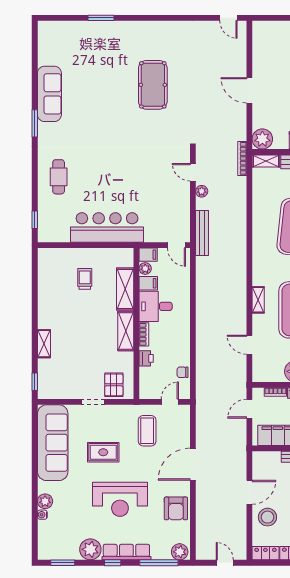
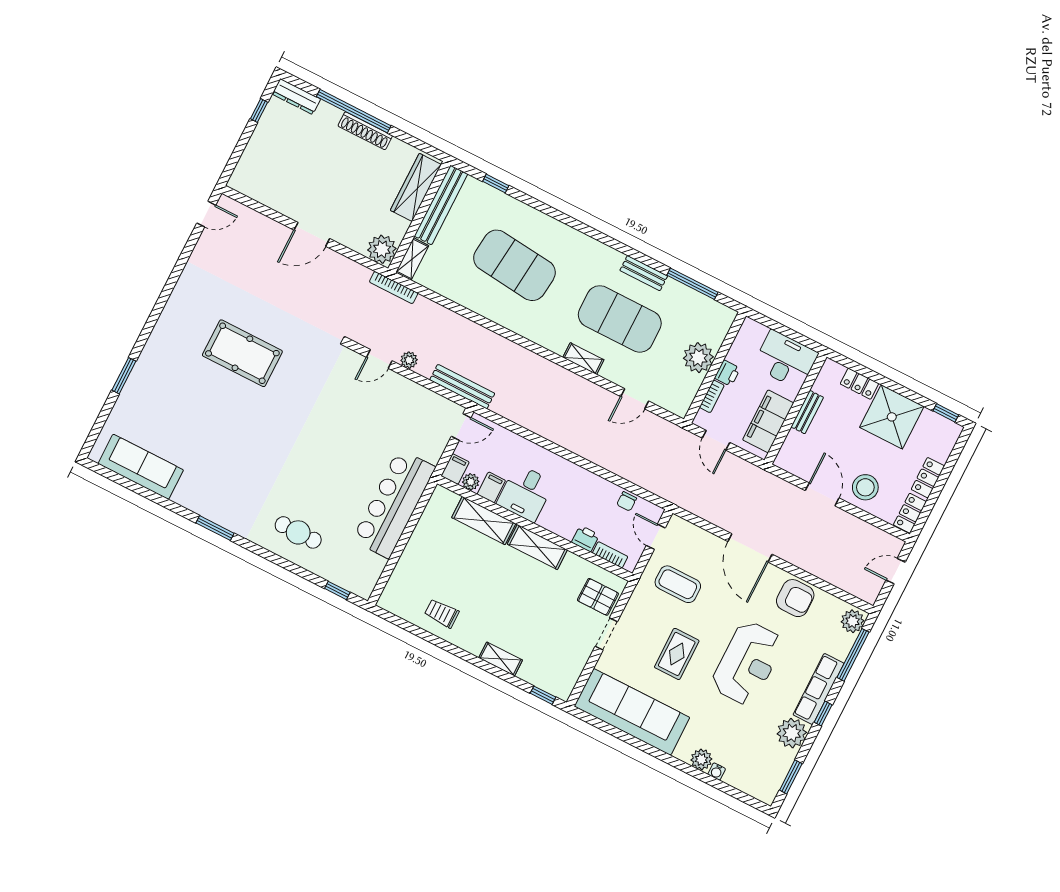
sofa: (49, 94) -> (141, 467), moved
trolley: (85, 279) -> (442, 613), moved
bookcase: (144, 334) -> (610, 555), moved

